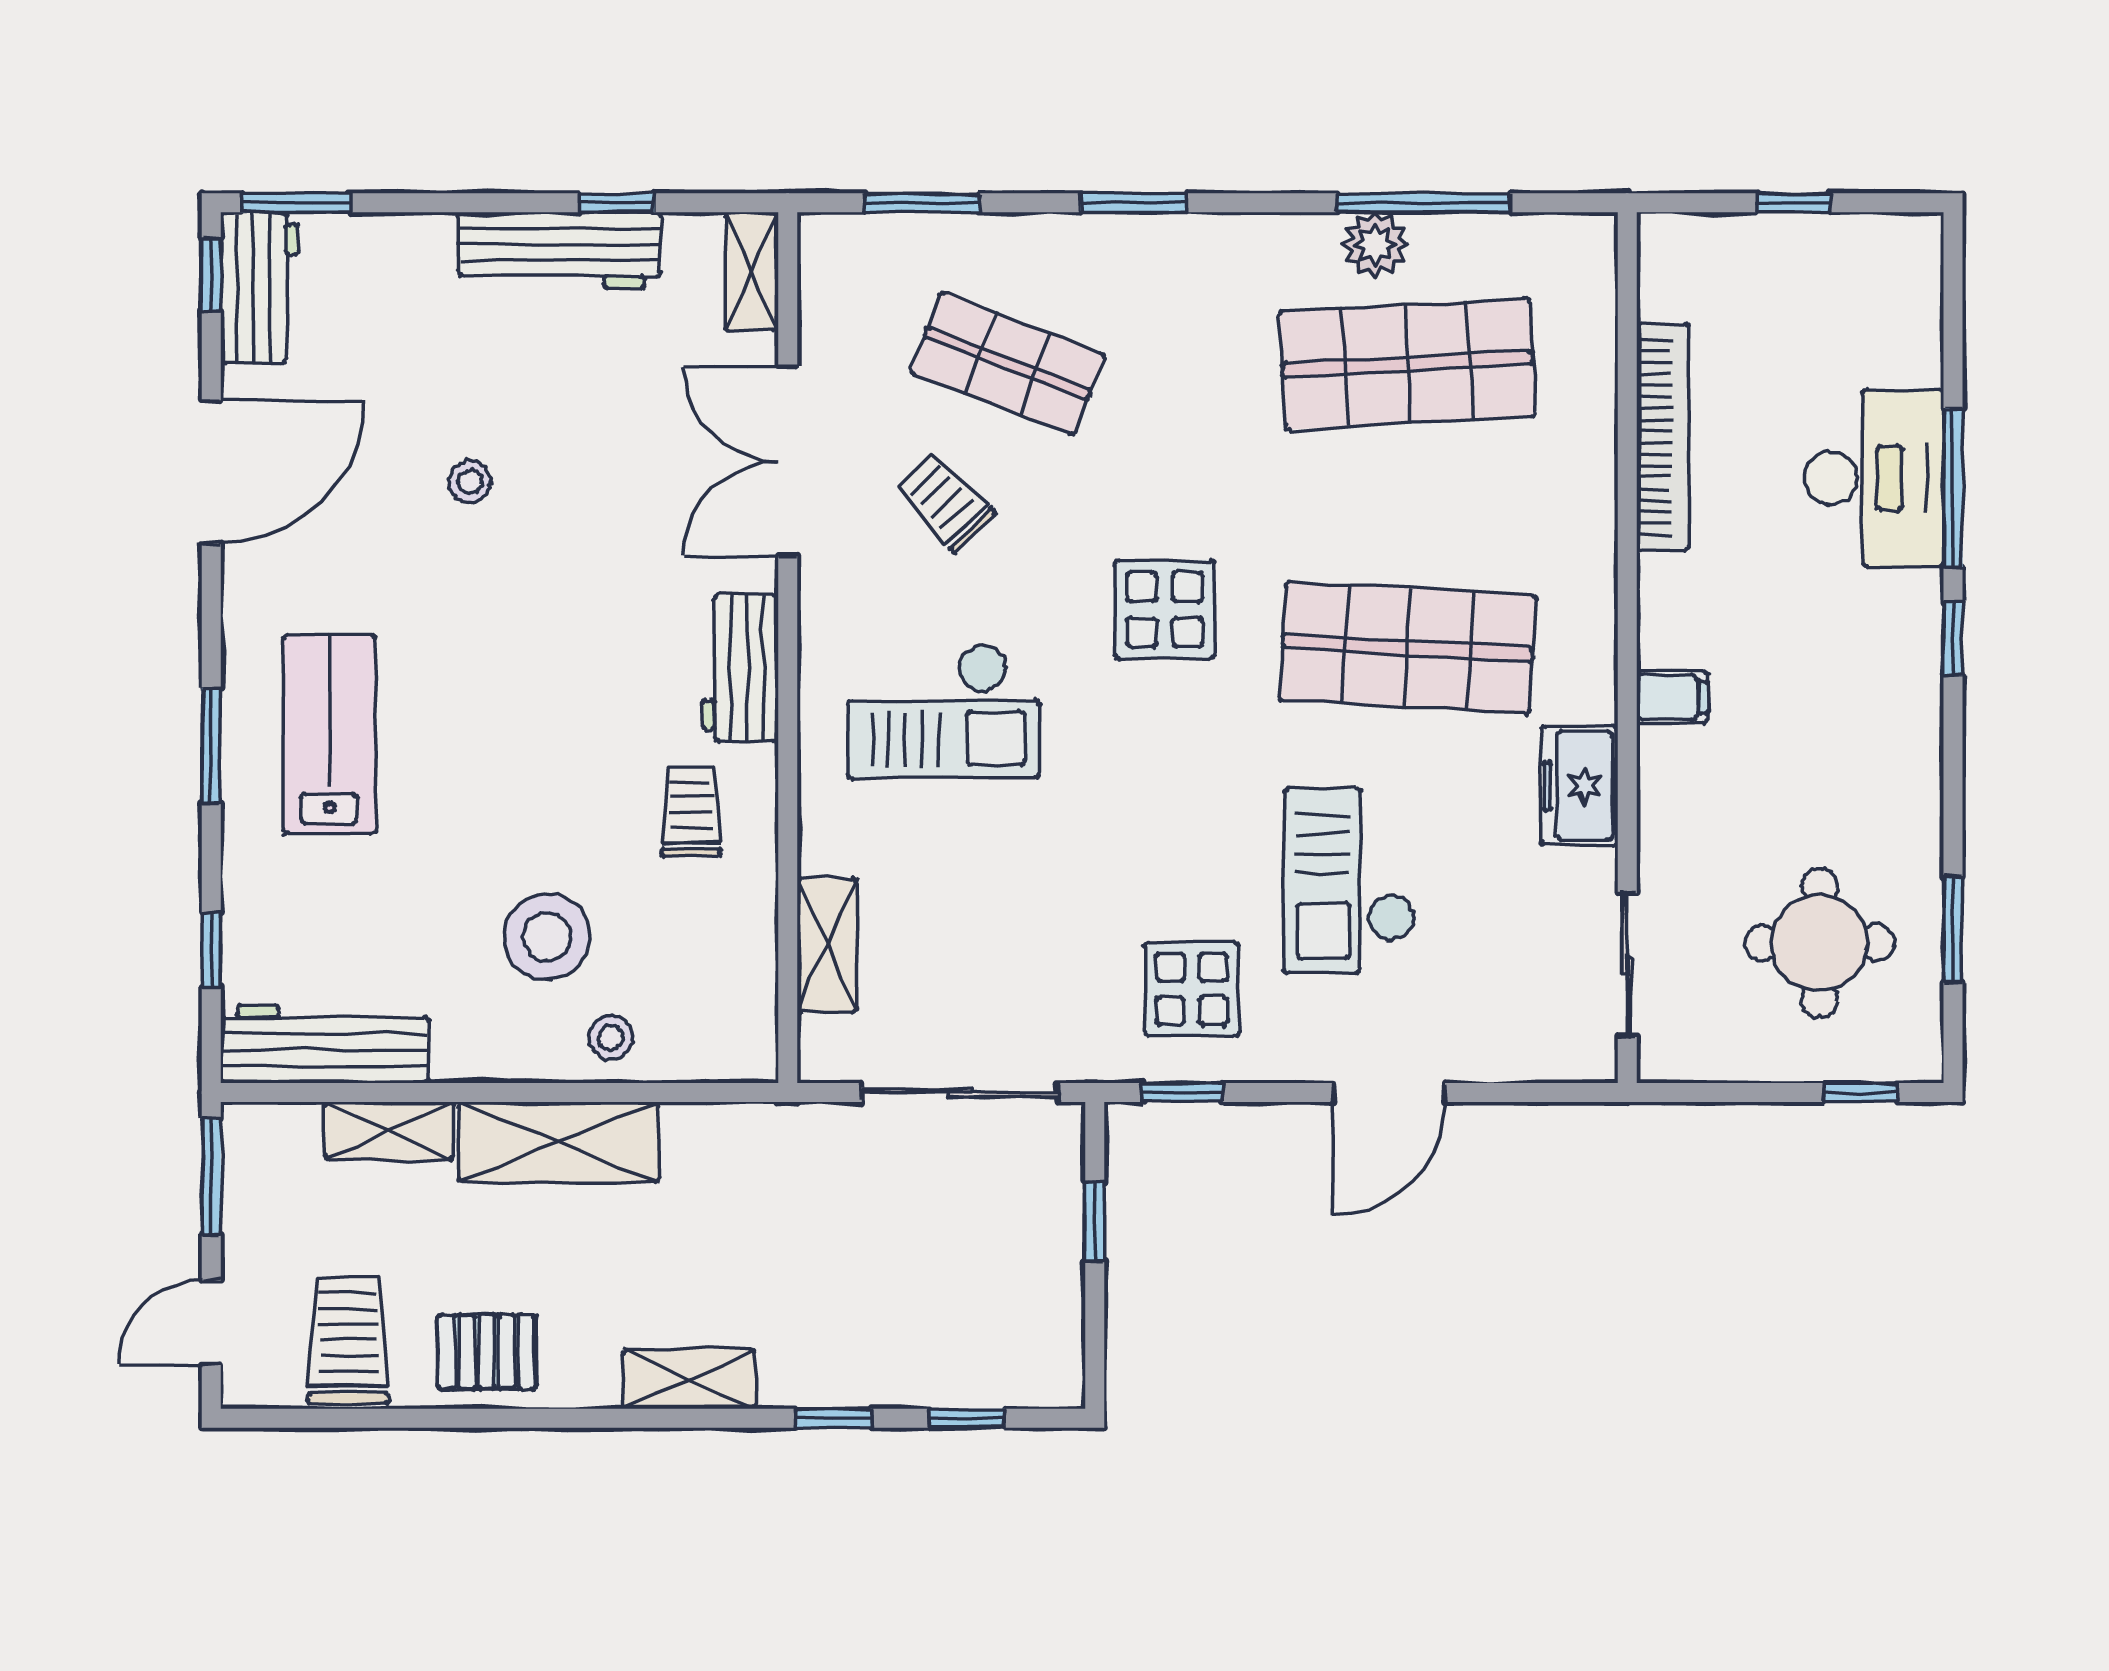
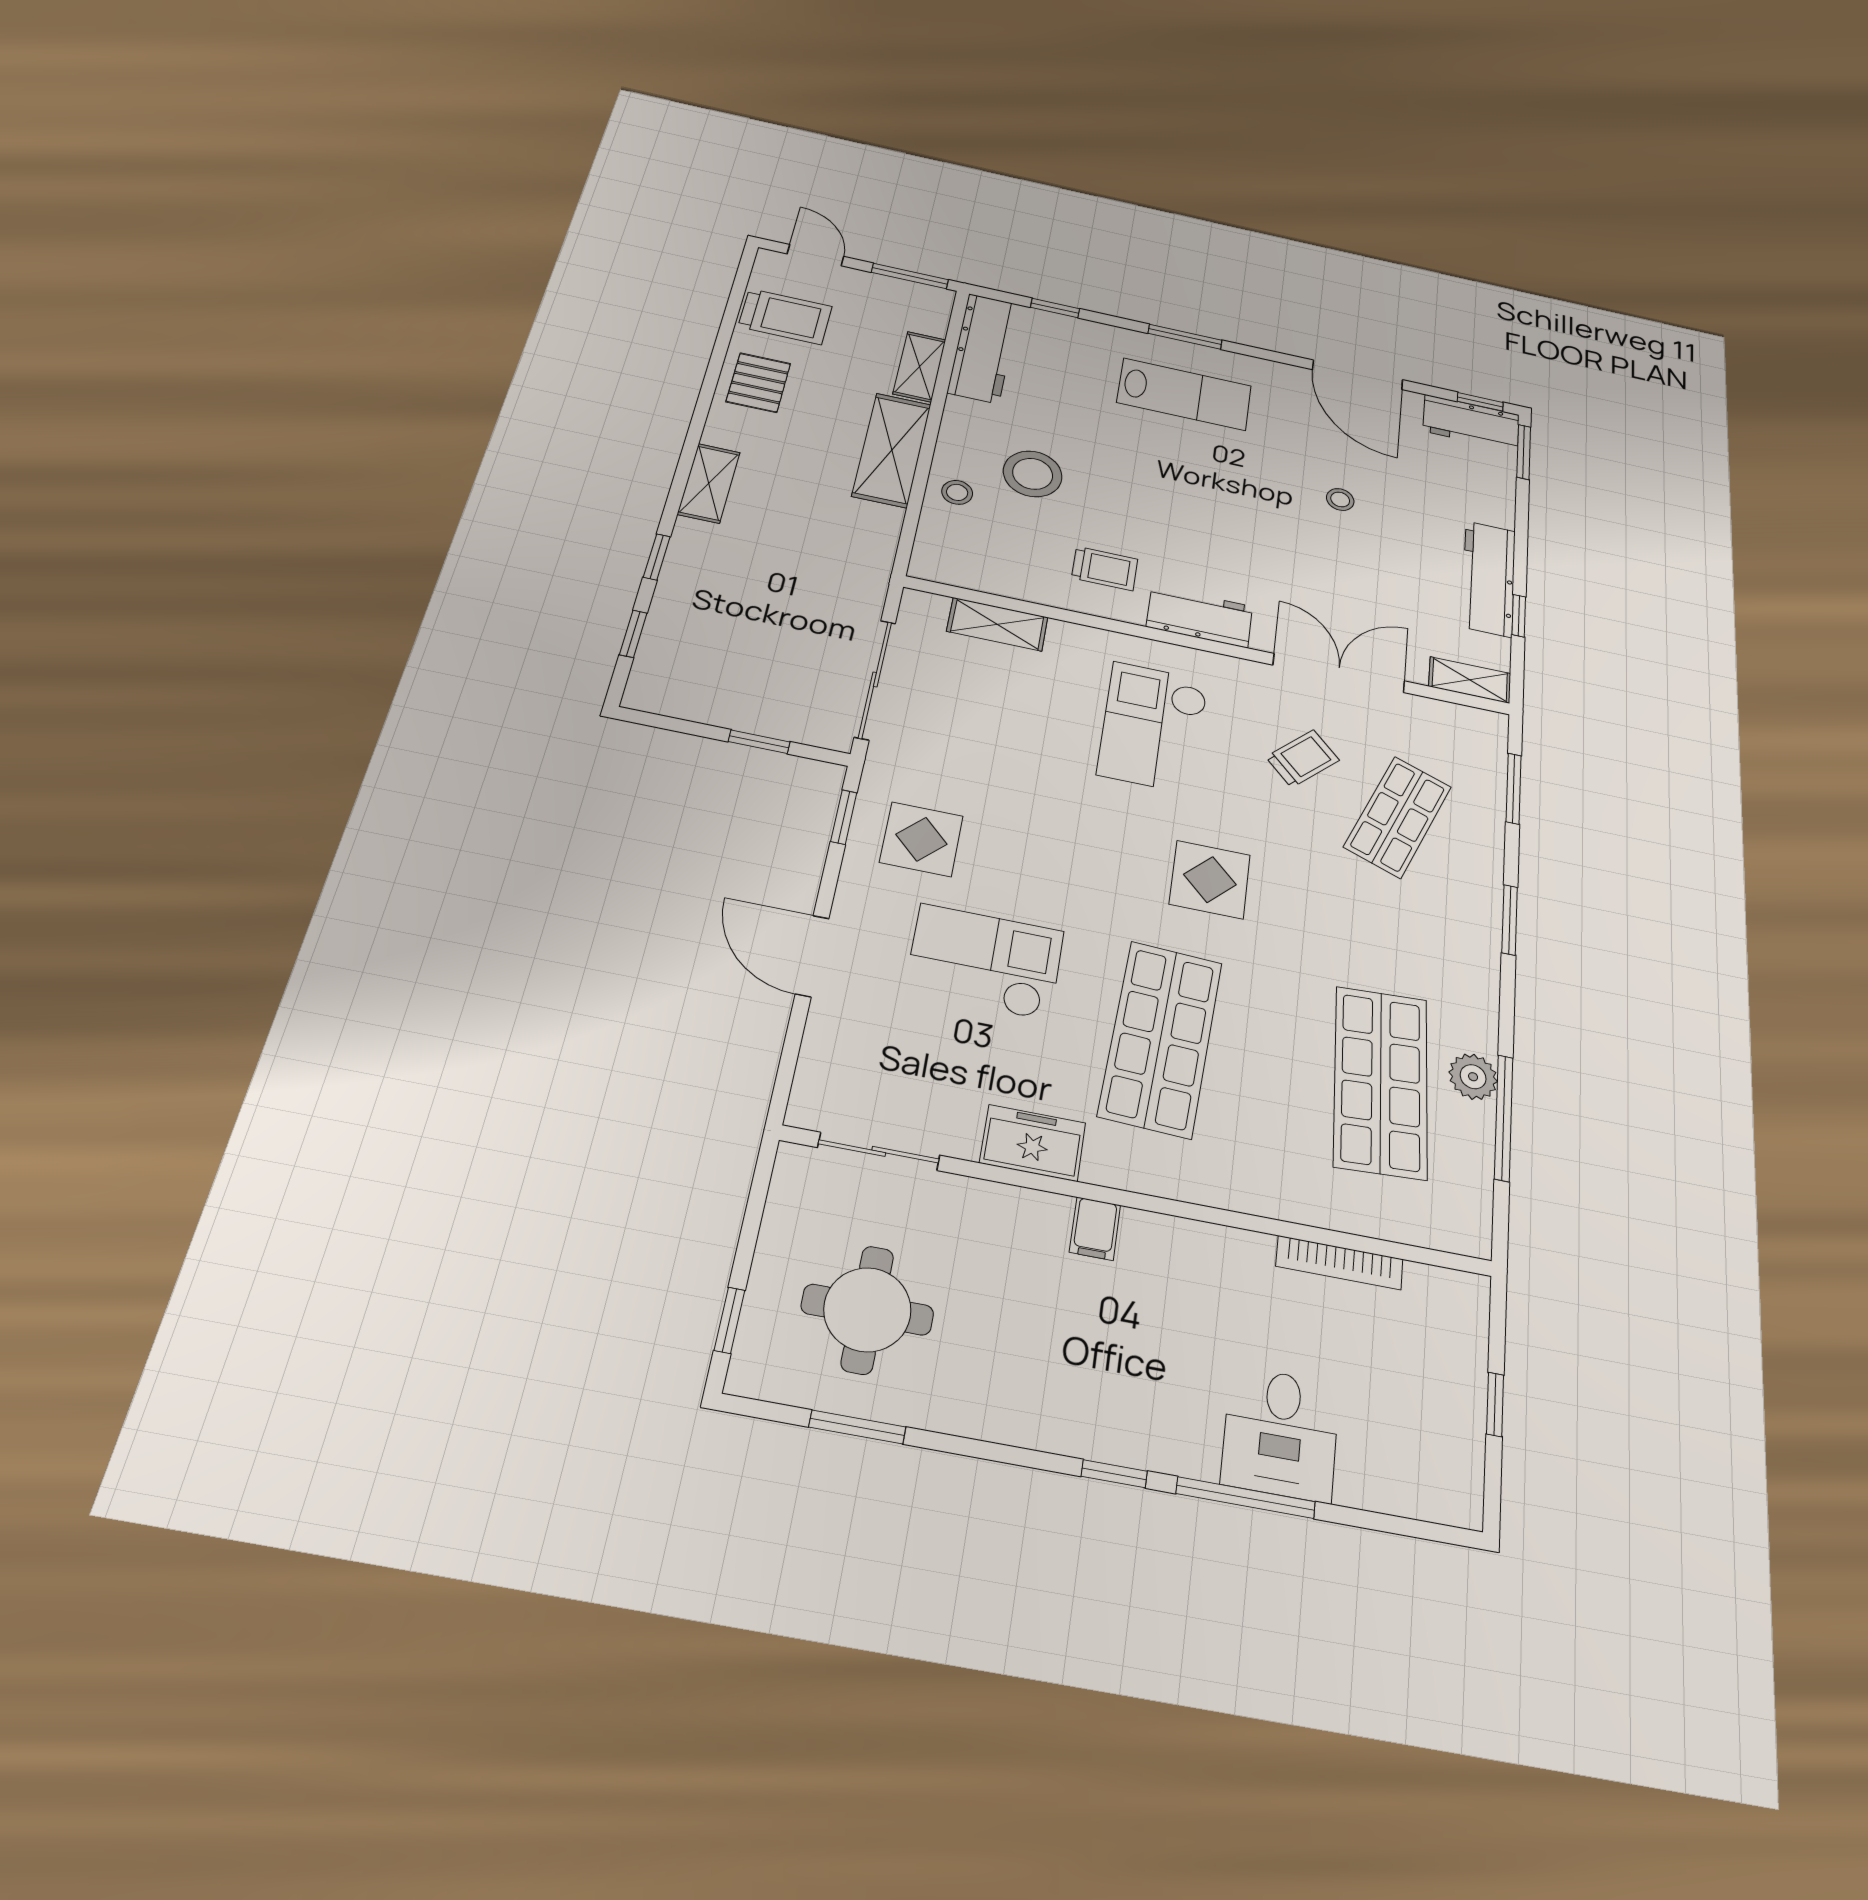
bookcase: (1662, 437) -> (1339, 1263), width x0.68, depth x0.76
desk: (1874, 478) -> (1281, 1434), width x0.73

